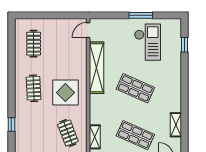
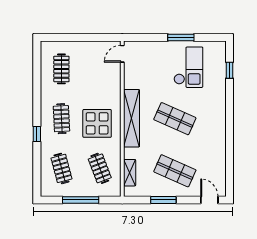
shelving: (96, 68) -> (132, 118), moved
window: (11, 125) -> (37, 134), moved
shelving: (176, 125) -> (220, 159), removed
clothes rail: (34, 133) -> (61, 168), added

